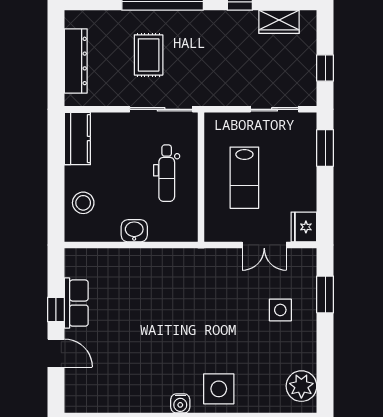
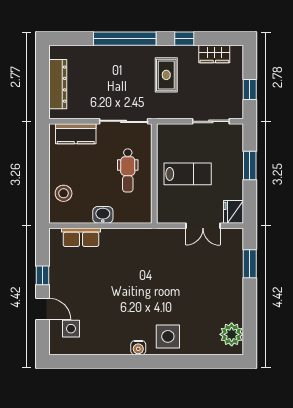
rug: (149, 55) -> (166, 75), moved
kitchen counter: (77, 139) -> (76, 134), moved, turned 90
window: (325, 148) -> (250, 165), moved
lab bench: (244, 178) -> (188, 174), turned -90
row of seats: (76, 303) -> (81, 237), moved, turned 90
side table: (280, 310) -> (71, 329), moved

